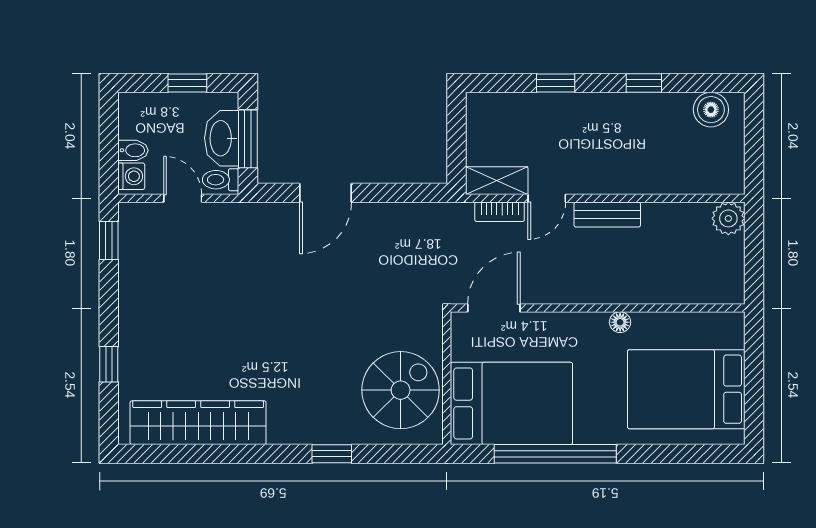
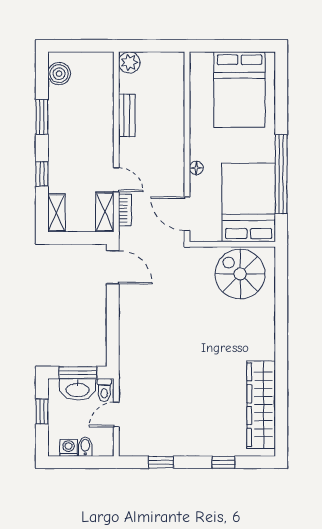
window: (644, 83) -> (42, 117), width x1.50
shelving: (495, 106) -> (56, 213), added
washing machine: (131, 176) -> (69, 448), moved
door: (325, 193) -> (113, 267), moved
bench: (607, 215) -> (127, 115), moved
window: (109, 241) -> (161, 462), moved
floor lamp: (620, 322) -> (196, 168), moved
window: (332, 454) -> (281, 318), removed

